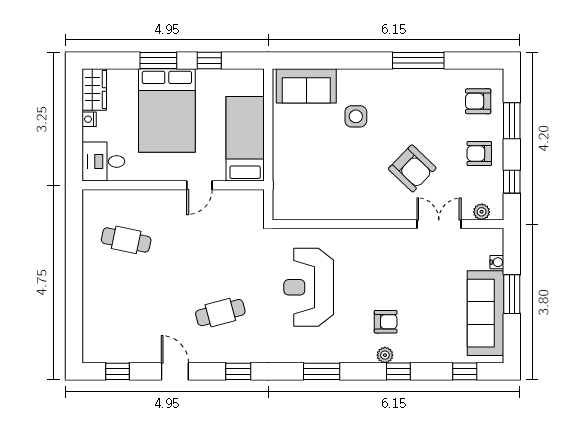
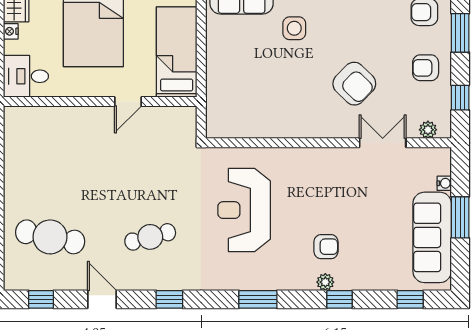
cafe table: (126, 240) -> (50, 237), moved, width x1.37, depth x1.35

